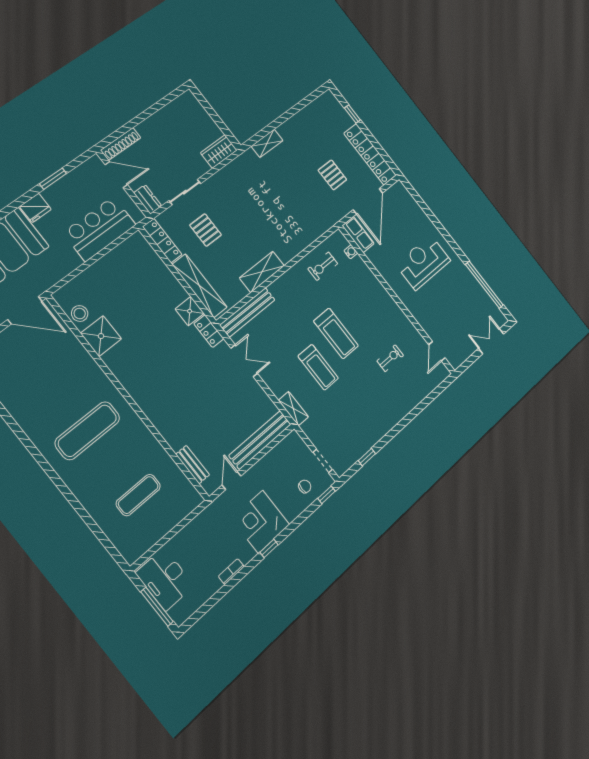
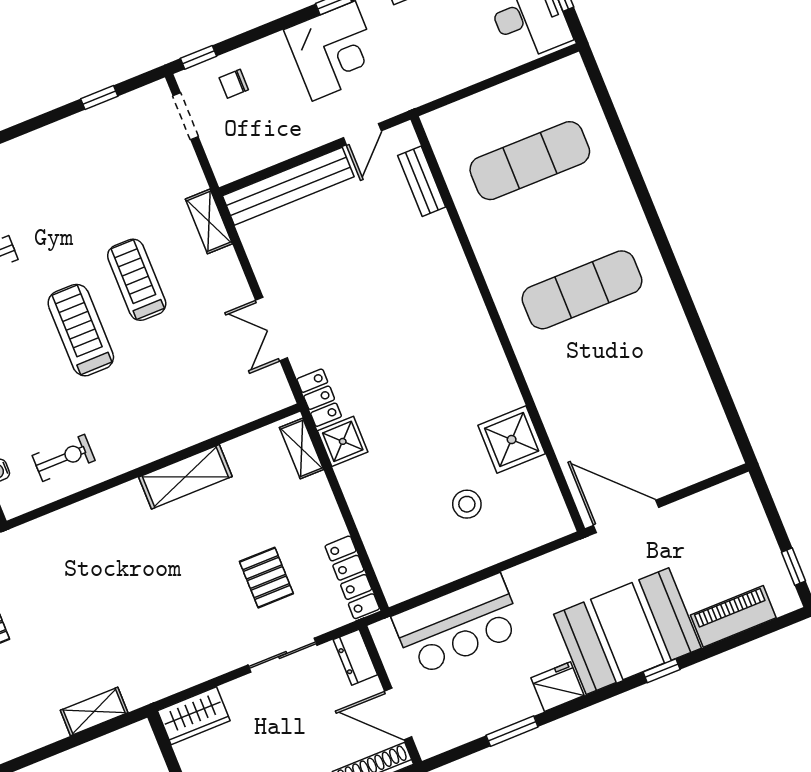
shelving: (200, 286) -> (302, 448), width x0.45, depth x0.75
bench: (247, 312) -> (237, 412), removed
stool: (80, 314) -> (467, 504), moved
exercise mat: (138, 495) -> (530, 161), width x1.36, depth x1.45

